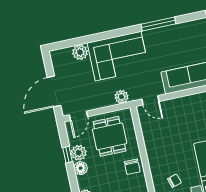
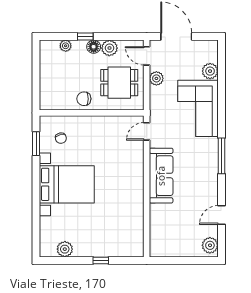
plant: (121, 97) -> (156, 78), moved
window: (68, 155) -> (85, 37), moved

